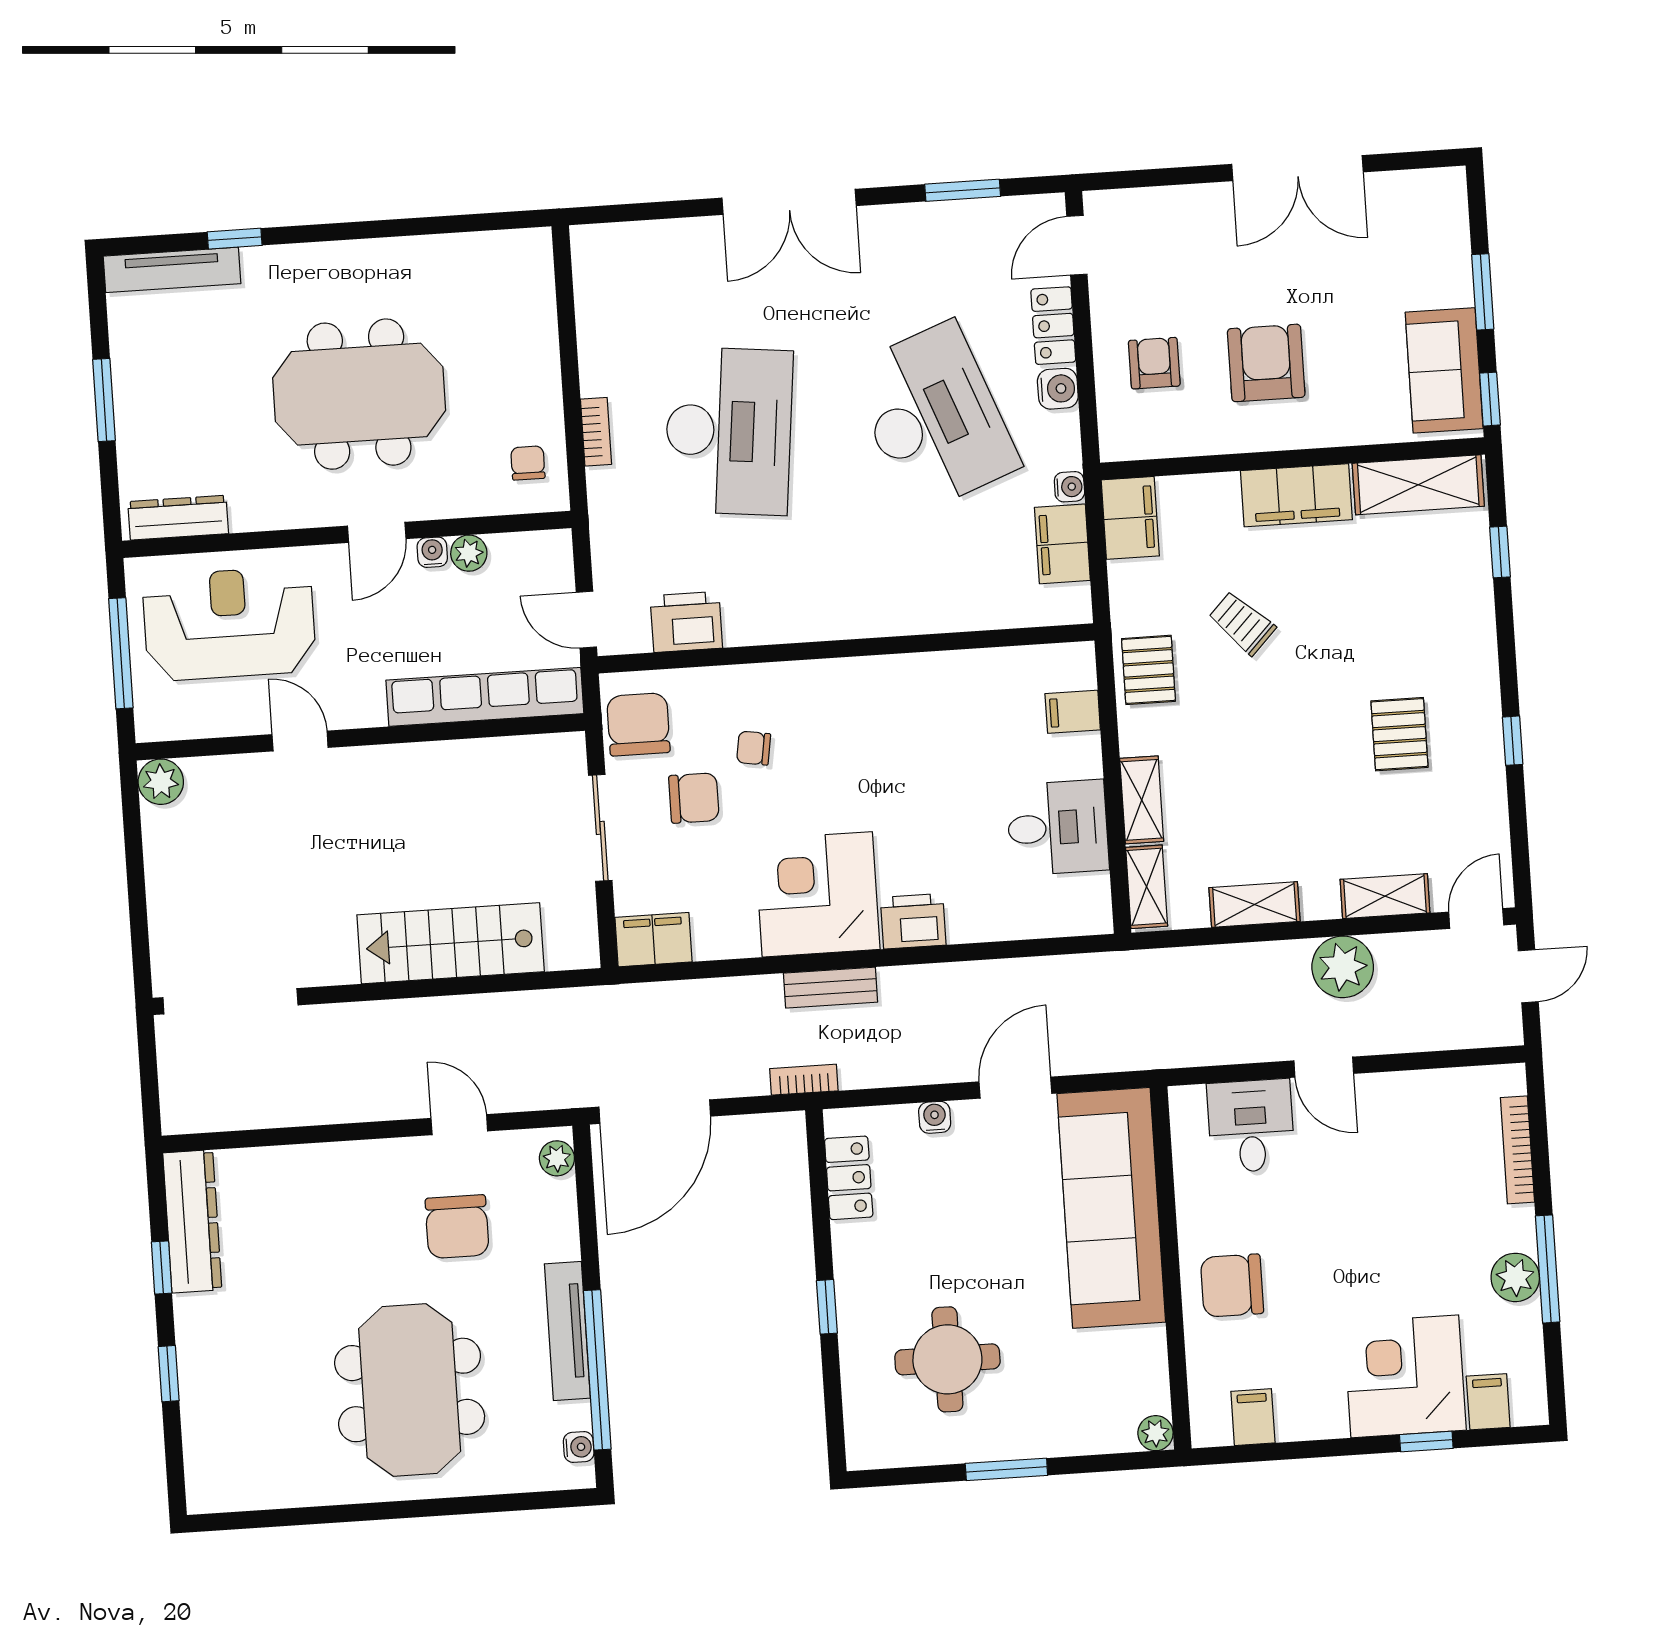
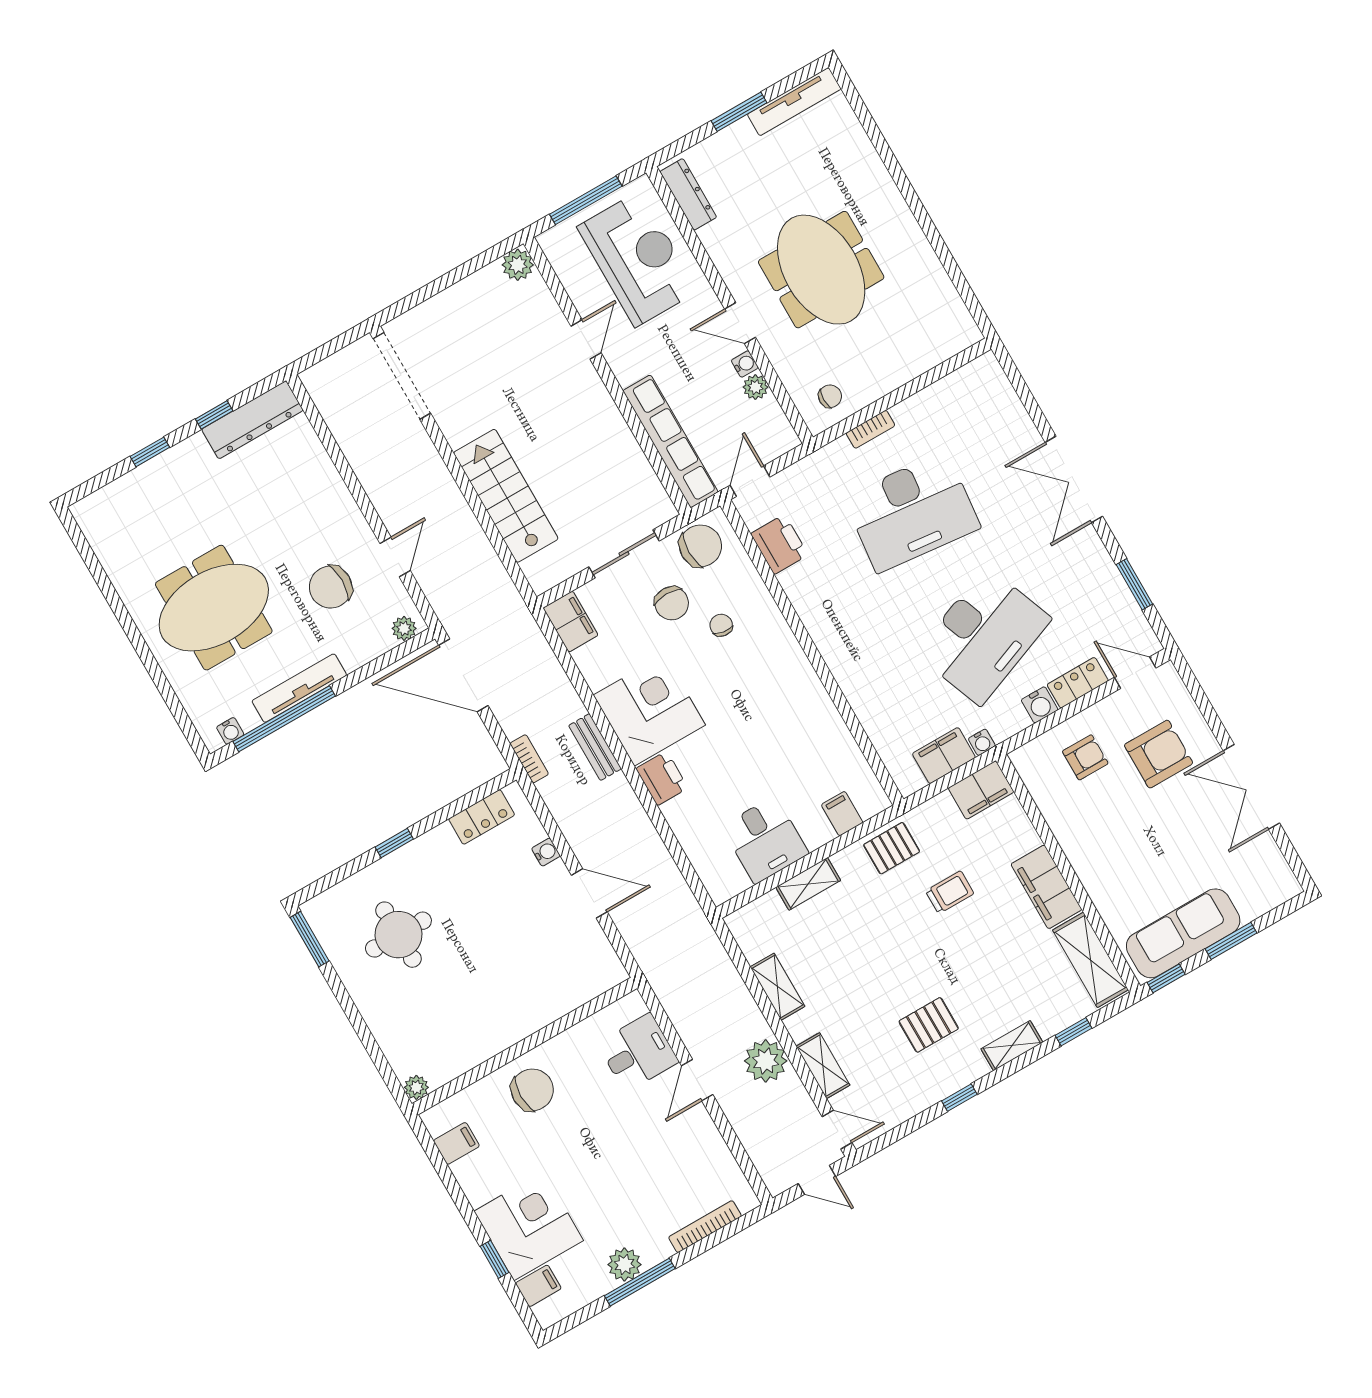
window: (235, 239) -> (880, 144), removed
tv unit: (172, 270) -> (794, 102), moved, turned -90
armchair: (1266, 363) -> (1159, 754), moved
sofa: (1444, 370) -> (1183, 933), width x1.36
trolley: (1242, 623) -> (950, 892), turned 46
shelving: (1147, 887) -> (1012, 1046), moved
sofa: (1111, 1208) -> (544, 990), removed
chair: (1232, 1286) -> (532, 1090), turned 90
window: (1006, 1469) -> (310, 939), moved

